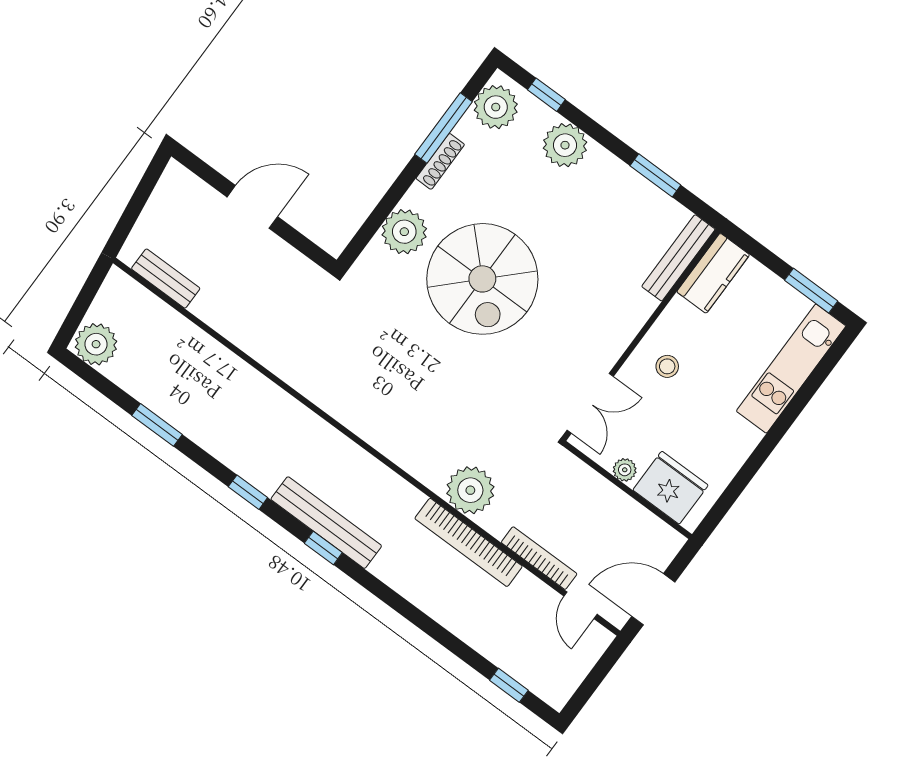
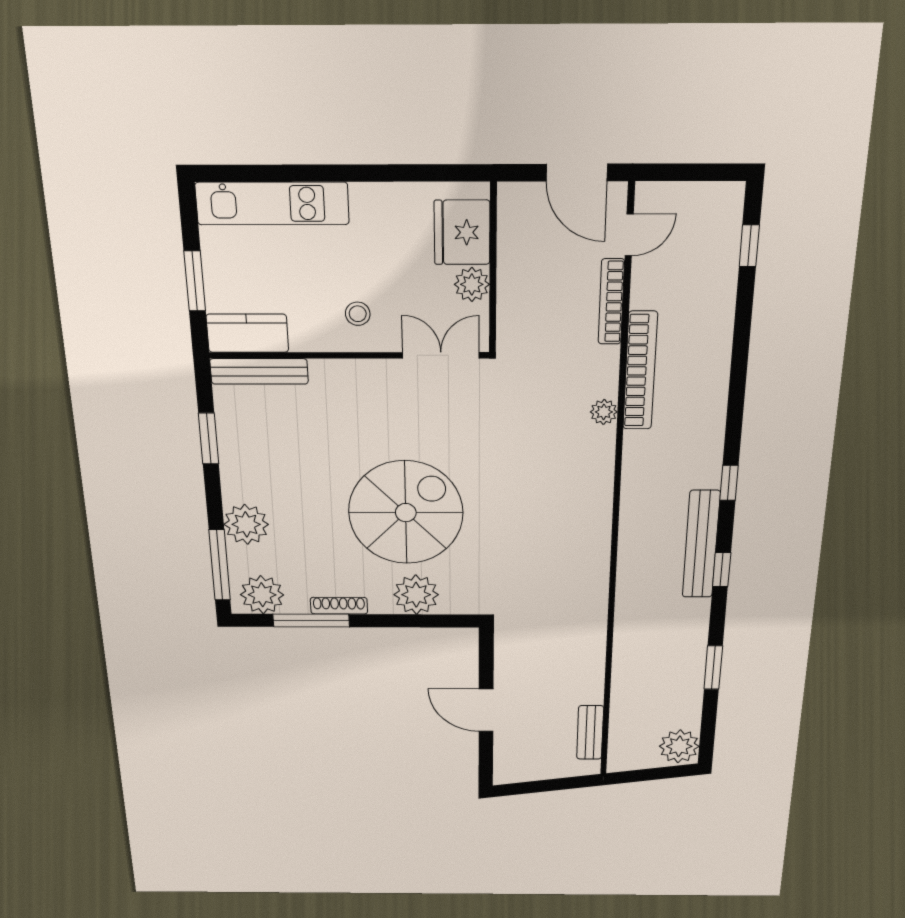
window: (546, 95) -> (220, 565), width x2.17
window: (811, 291) -> (195, 281), moved
plant: (625, 470) -> (472, 284), width x1.38, depth x1.38
plant: (470, 490) -> (604, 412), width x0.53, depth x0.53
bench: (326, 523) -> (701, 544), moved

